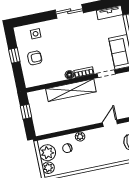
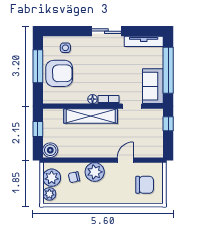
tv unit: (110, 13) -> (144, 41), width x1.41
window: (14, 56) -> (38, 66), width x2.17
armchair: (35, 58) -> (59, 73), width x1.88, depth x1.88
boiler: (41, 128) -> (50, 150), added
plant: (80, 137) -> (95, 172), width x1.87, depth x1.87

